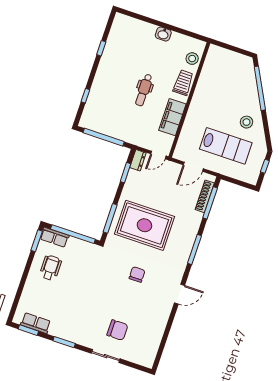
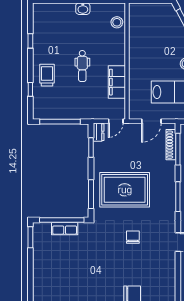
trolley: (183, 83) -> (47, 75), moved
row of seats: (54, 237) -> (65, 229), moved
wheelchair: (51, 268) -> (52, 258), removed

